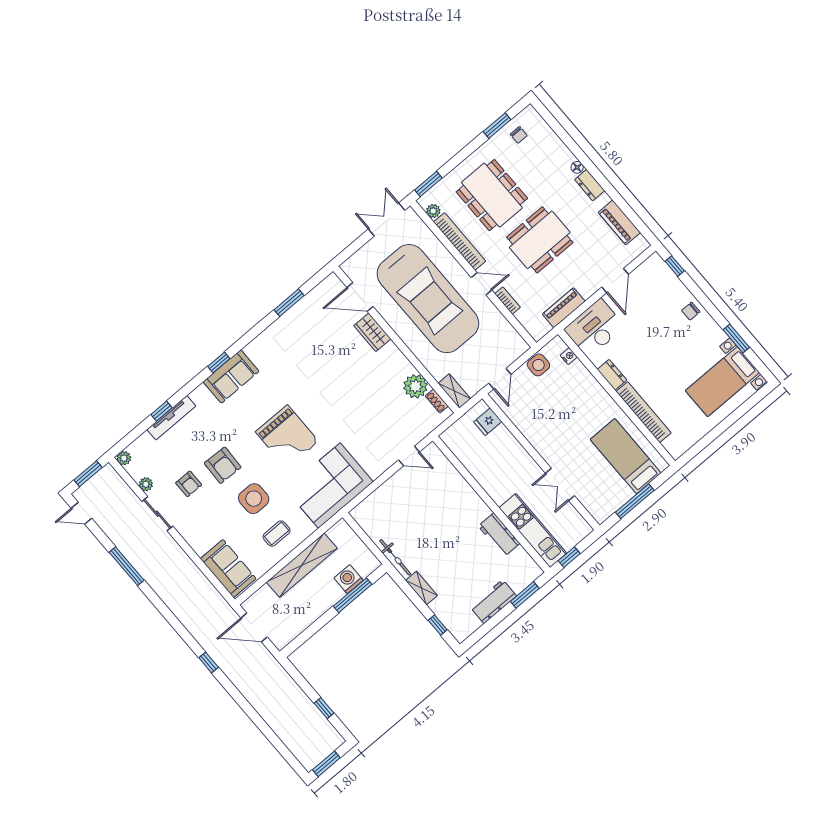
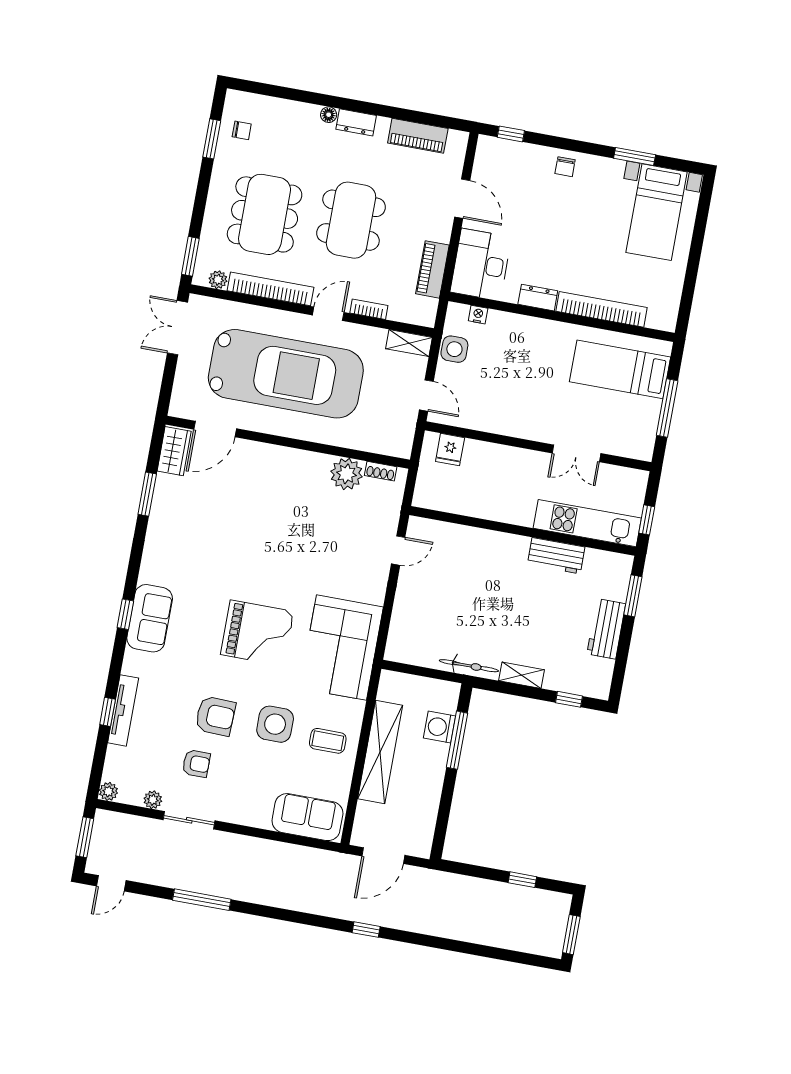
dining table: (492, 195) -> (265, 214), turned 90
wardrobe: (372, 332) -> (174, 451), moved, turned -90
shelving: (454, 391) -> (409, 343), moved
coffee table: (277, 534) -> (328, 741), turned 90

